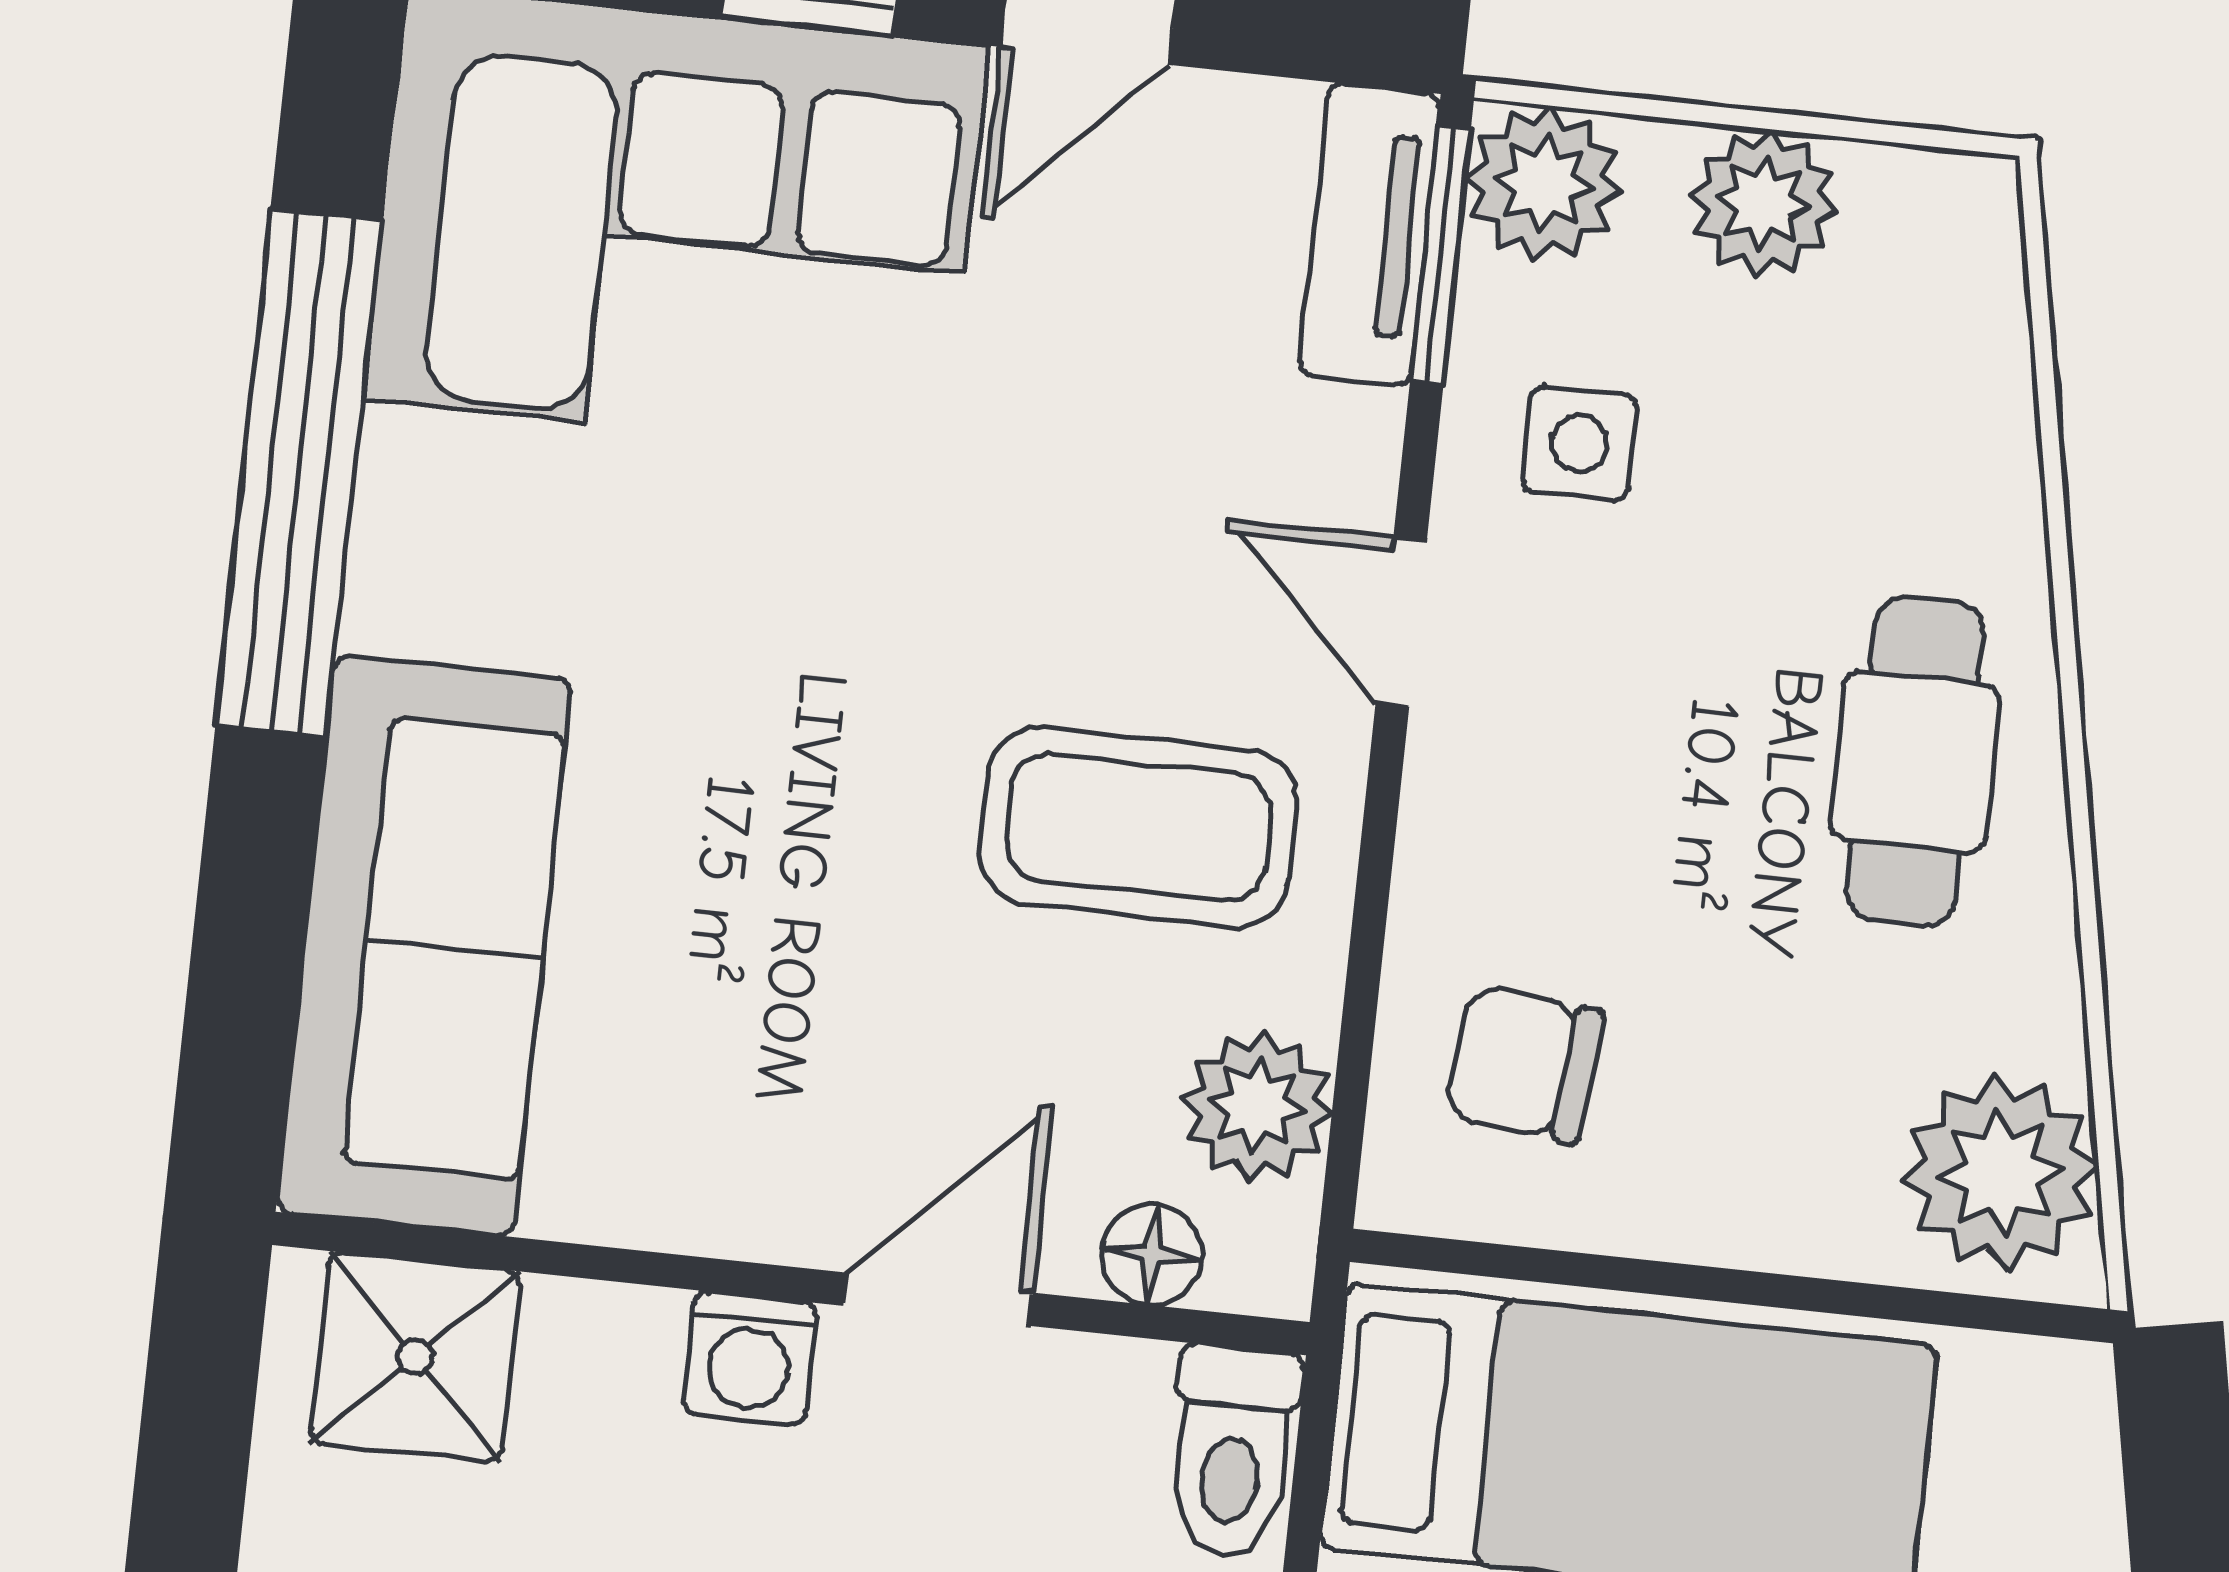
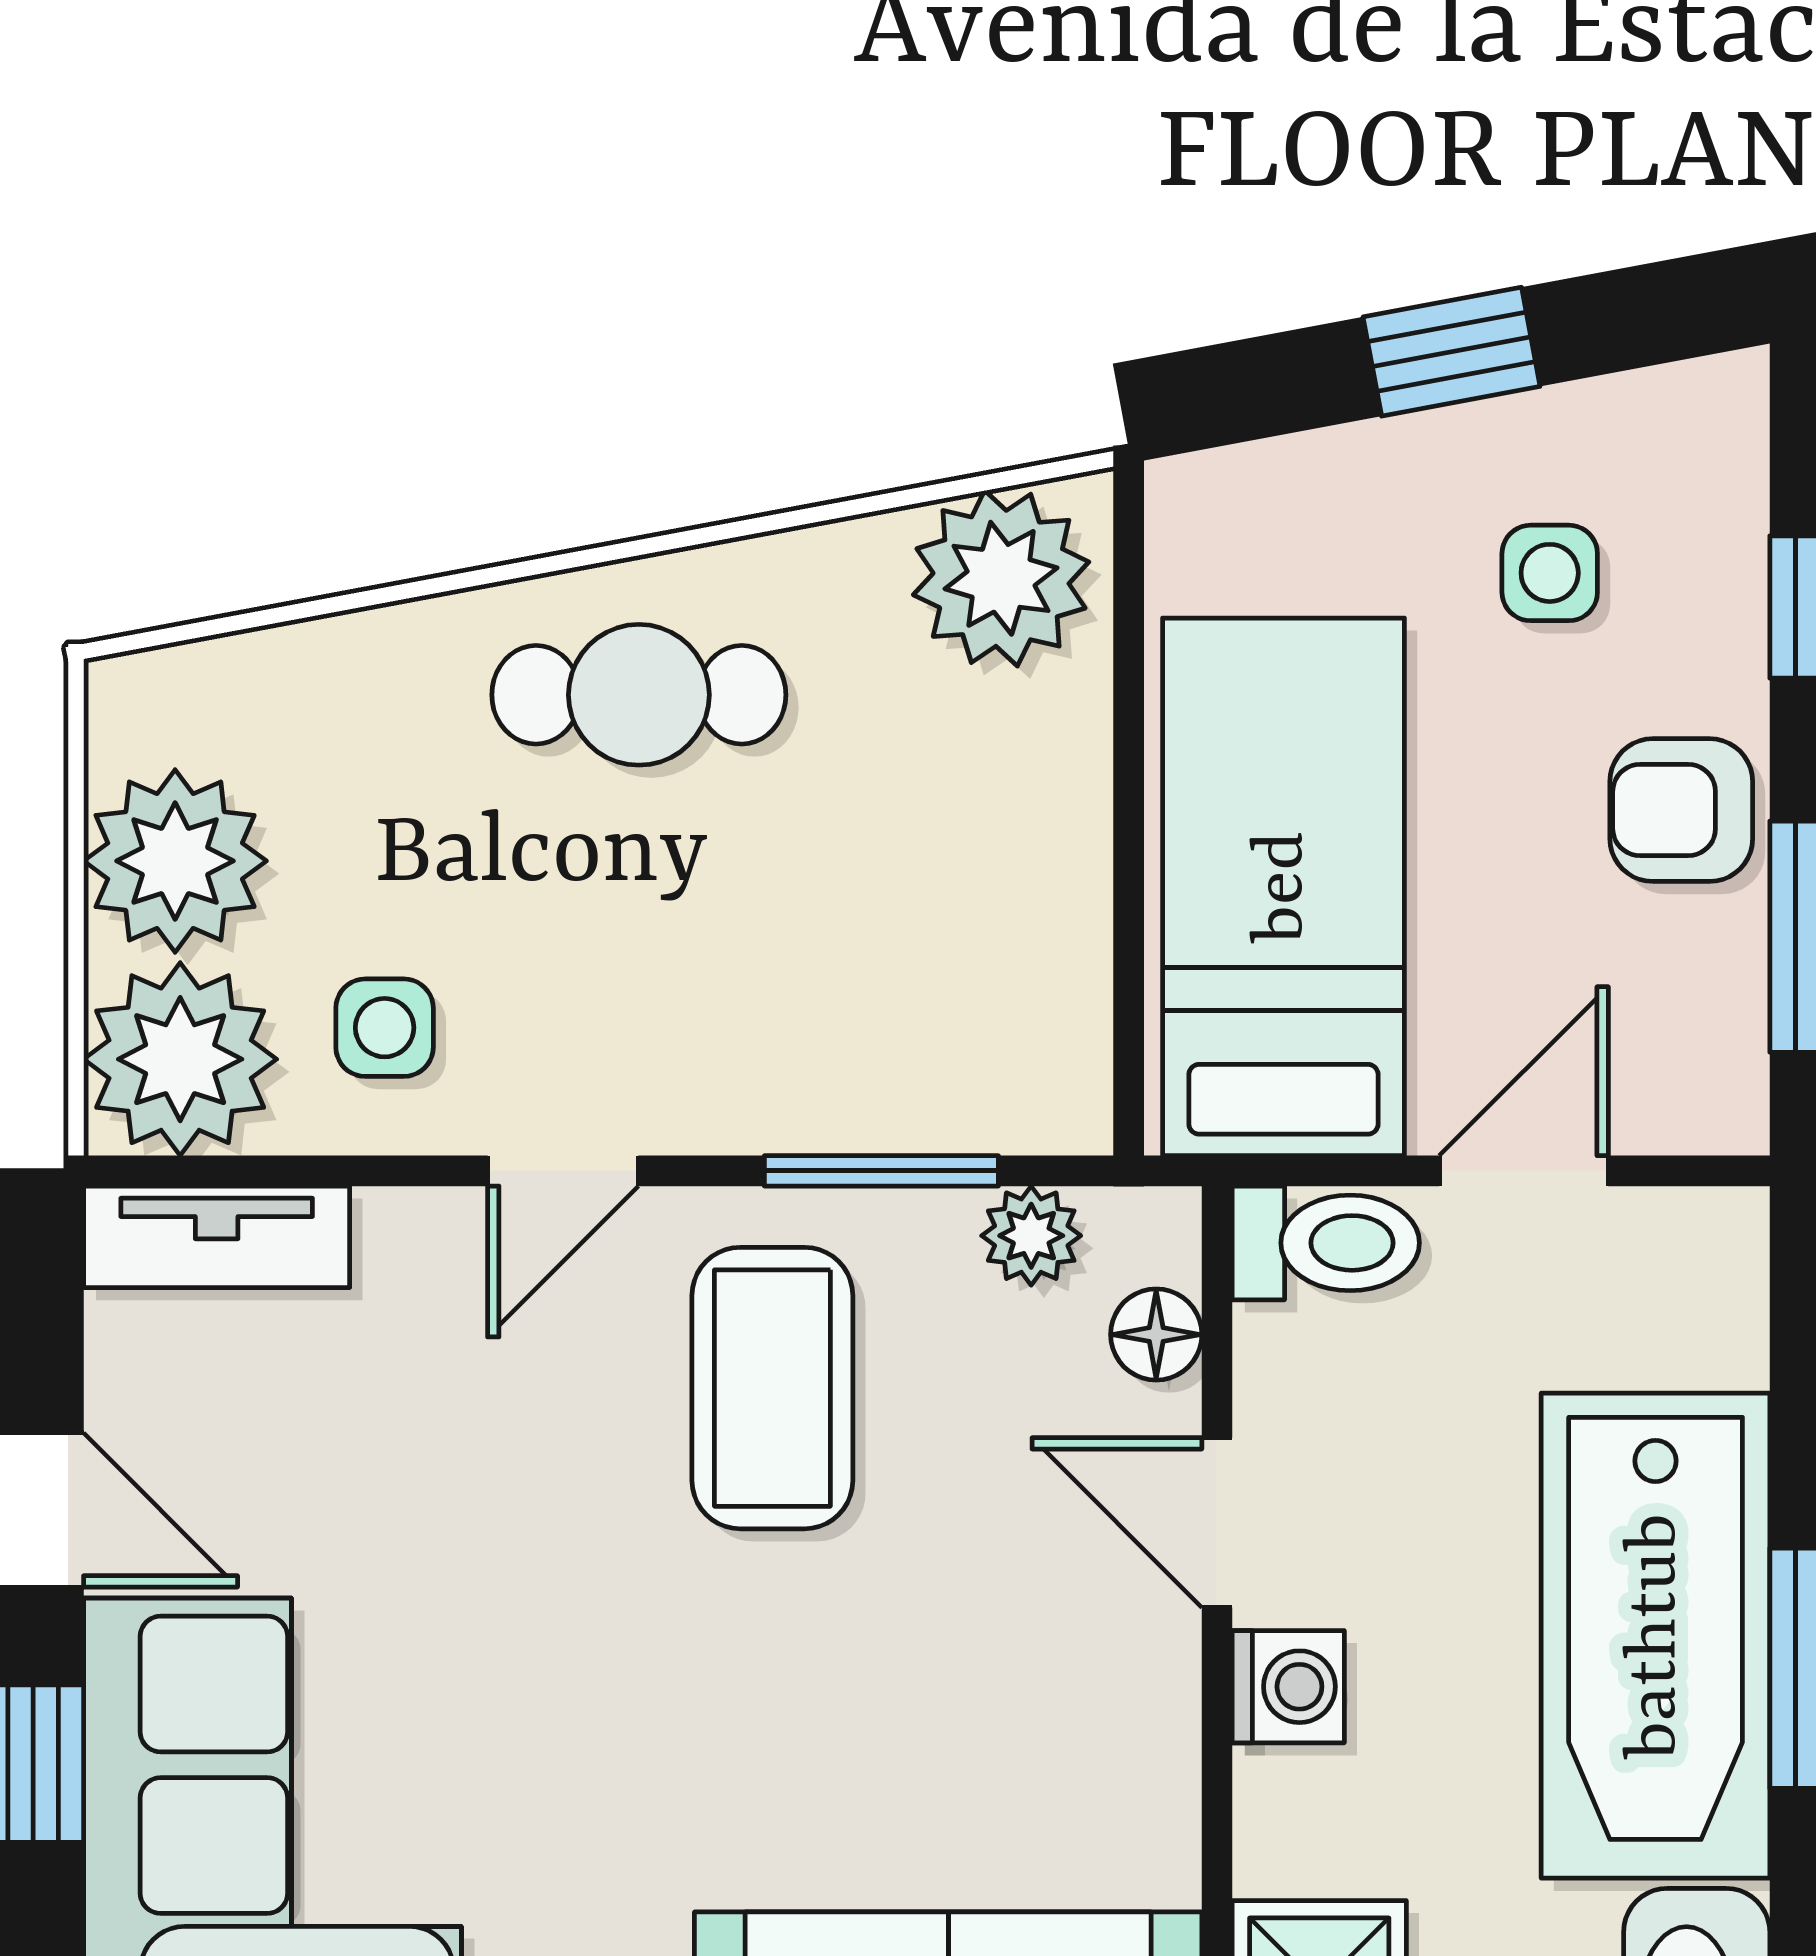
plant: (1544, 184) -> (180, 1059), width x1.36, depth x1.36
plant: (1763, 203) -> (175, 861), width x1.36, depth x1.36
window: (1441, 254) -> (881, 1171), moved
chair: (1525, 1064) -> (949, 1017), removed
plant: (1257, 1106) -> (1031, 1236), width x0.73, depth x0.73

